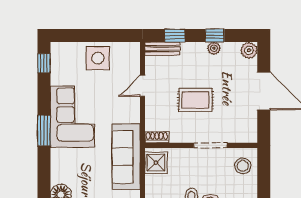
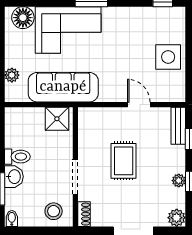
corner sofa: (72, 117) -> (68, 30), moved
shoe rack: (157, 137) -> (84, 214), moved

